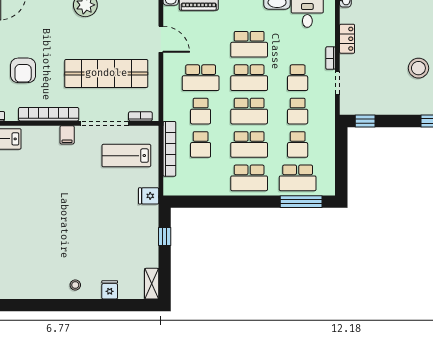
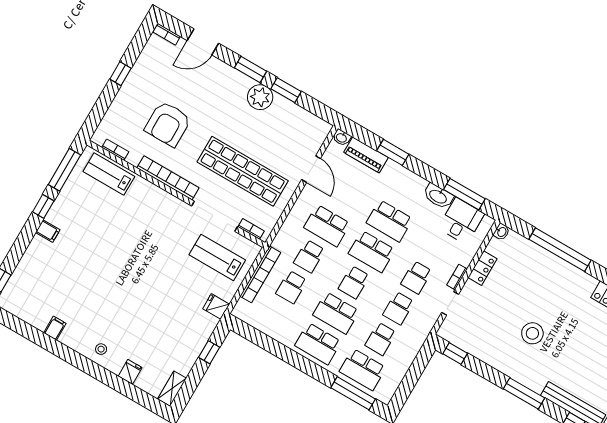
armchair: (23, 70) -> (168, 124), width x1.36, depth x1.36
school desk: (249, 111) -> (354, 282), width x0.54
filing cabinet: (67, 135) -> (55, 328), moved, turned 180

